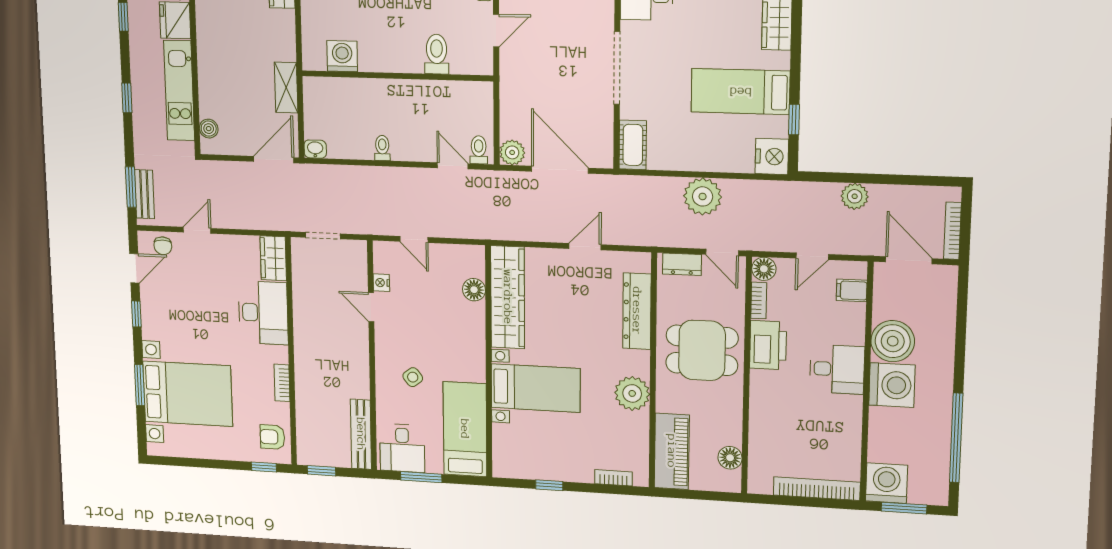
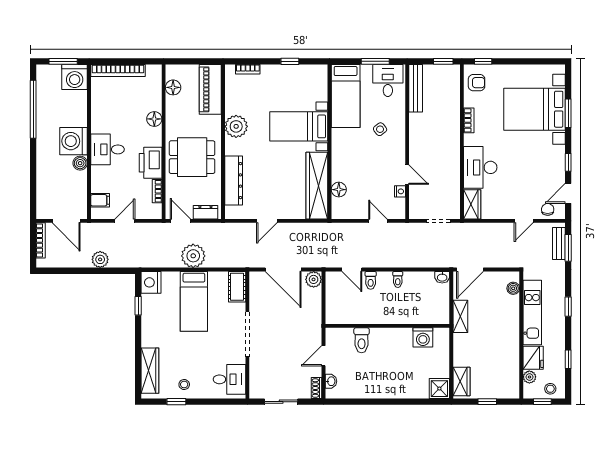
bed: (740, 92) -> (194, 301), moved, turned 90
toilet: (479, 150) -> (371, 280), moved
floor lamp: (764, 269) -> (154, 119), moved
boiler: (893, 341) -> (80, 163), width x0.54, depth x0.54

